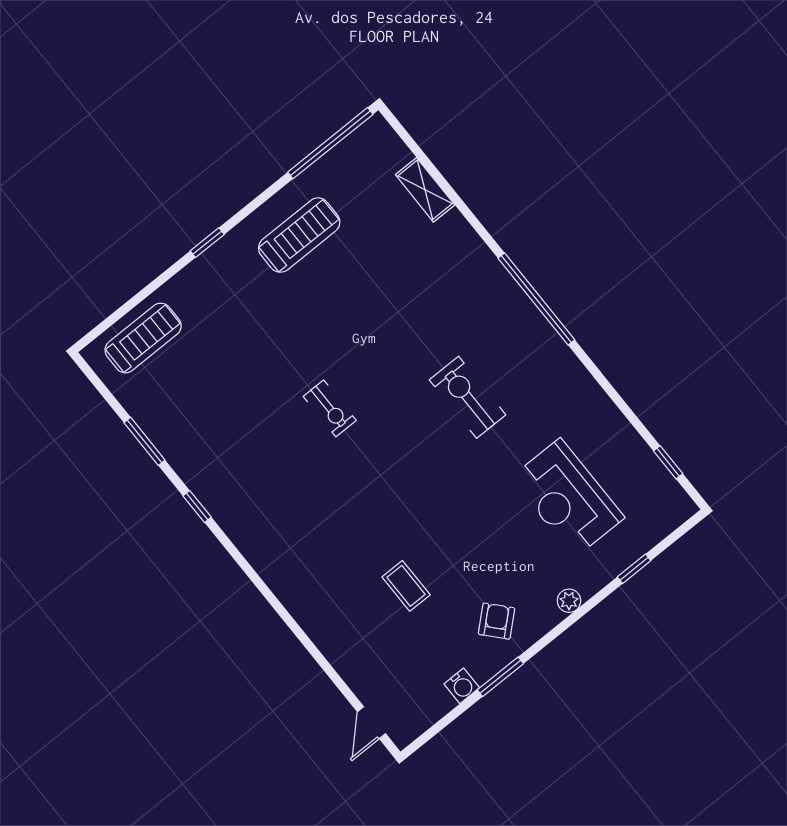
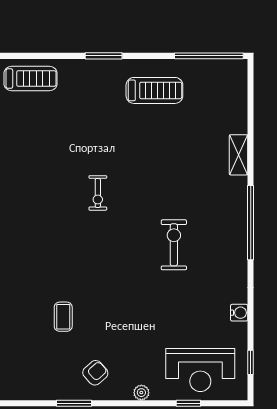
shelving: (425, 190) -> (239, 155), moved
window: (207, 243) -> (104, 56), width x1.50
reception desk: (567, 498) -> (200, 370), moved, turned -90
water cooler: (462, 686) -> (239, 313), moved, turned -90

